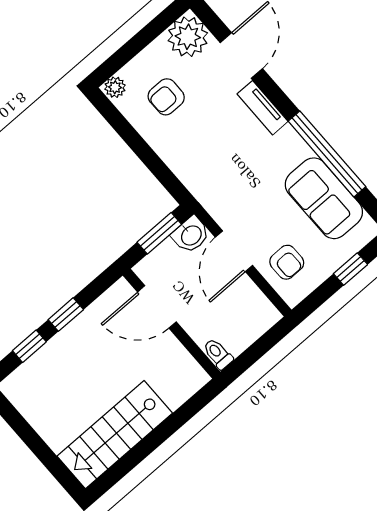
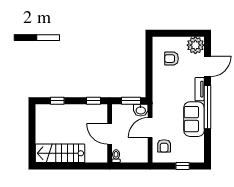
plant: (115, 87) -> (158, 41), removed
window: (327, 154) -> (207, 107), moved
sofa: (324, 198) -> (194, 119), moved
door: (157, 307) -> (110, 134), moved
window: (66, 315) -> (93, 101), moved

